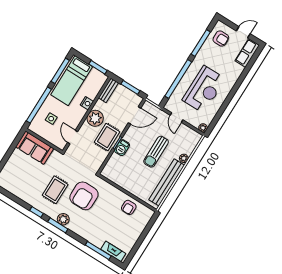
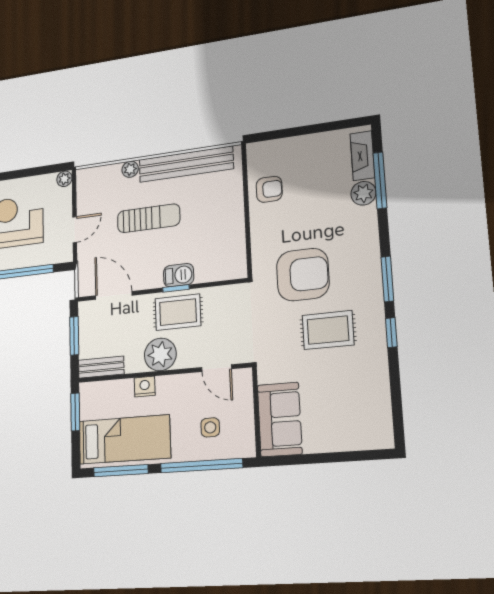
door: (73, 137) -> (217, 368), hinge flipped
plant: (63, 219) -> (363, 193), moved

